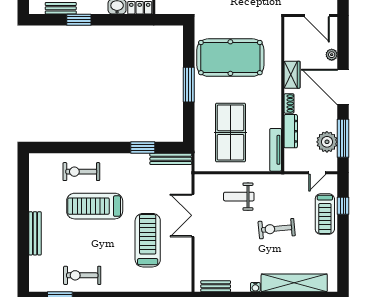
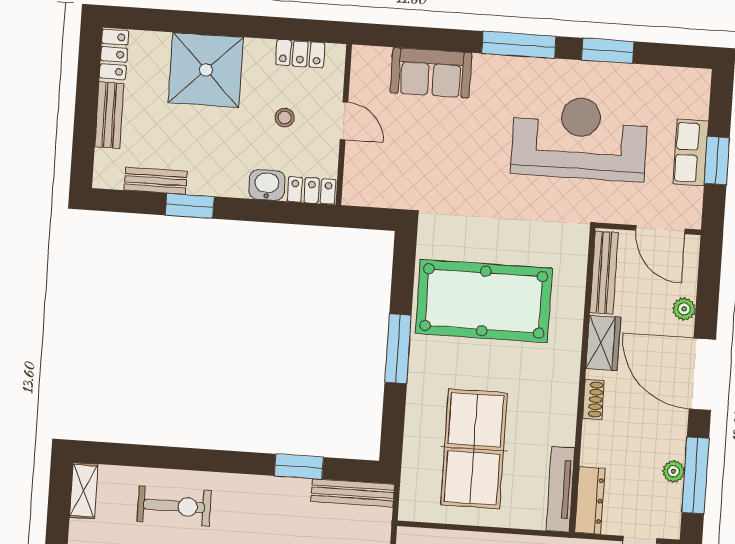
bench: (290, 39) -> (604, 273), added
dresser: (291, 131) -> (590, 500), moved
plant: (327, 142) -> (673, 471), width x0.53, depth x0.53
shelving: (35, 167) -> (84, 491), added
exercise bike: (81, 172) -> (174, 506), turned 180

